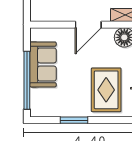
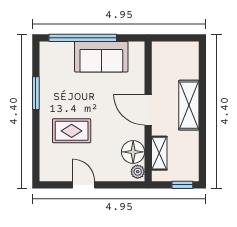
rug: (106, 90) -> (72, 131), width x0.73, depth x0.70

